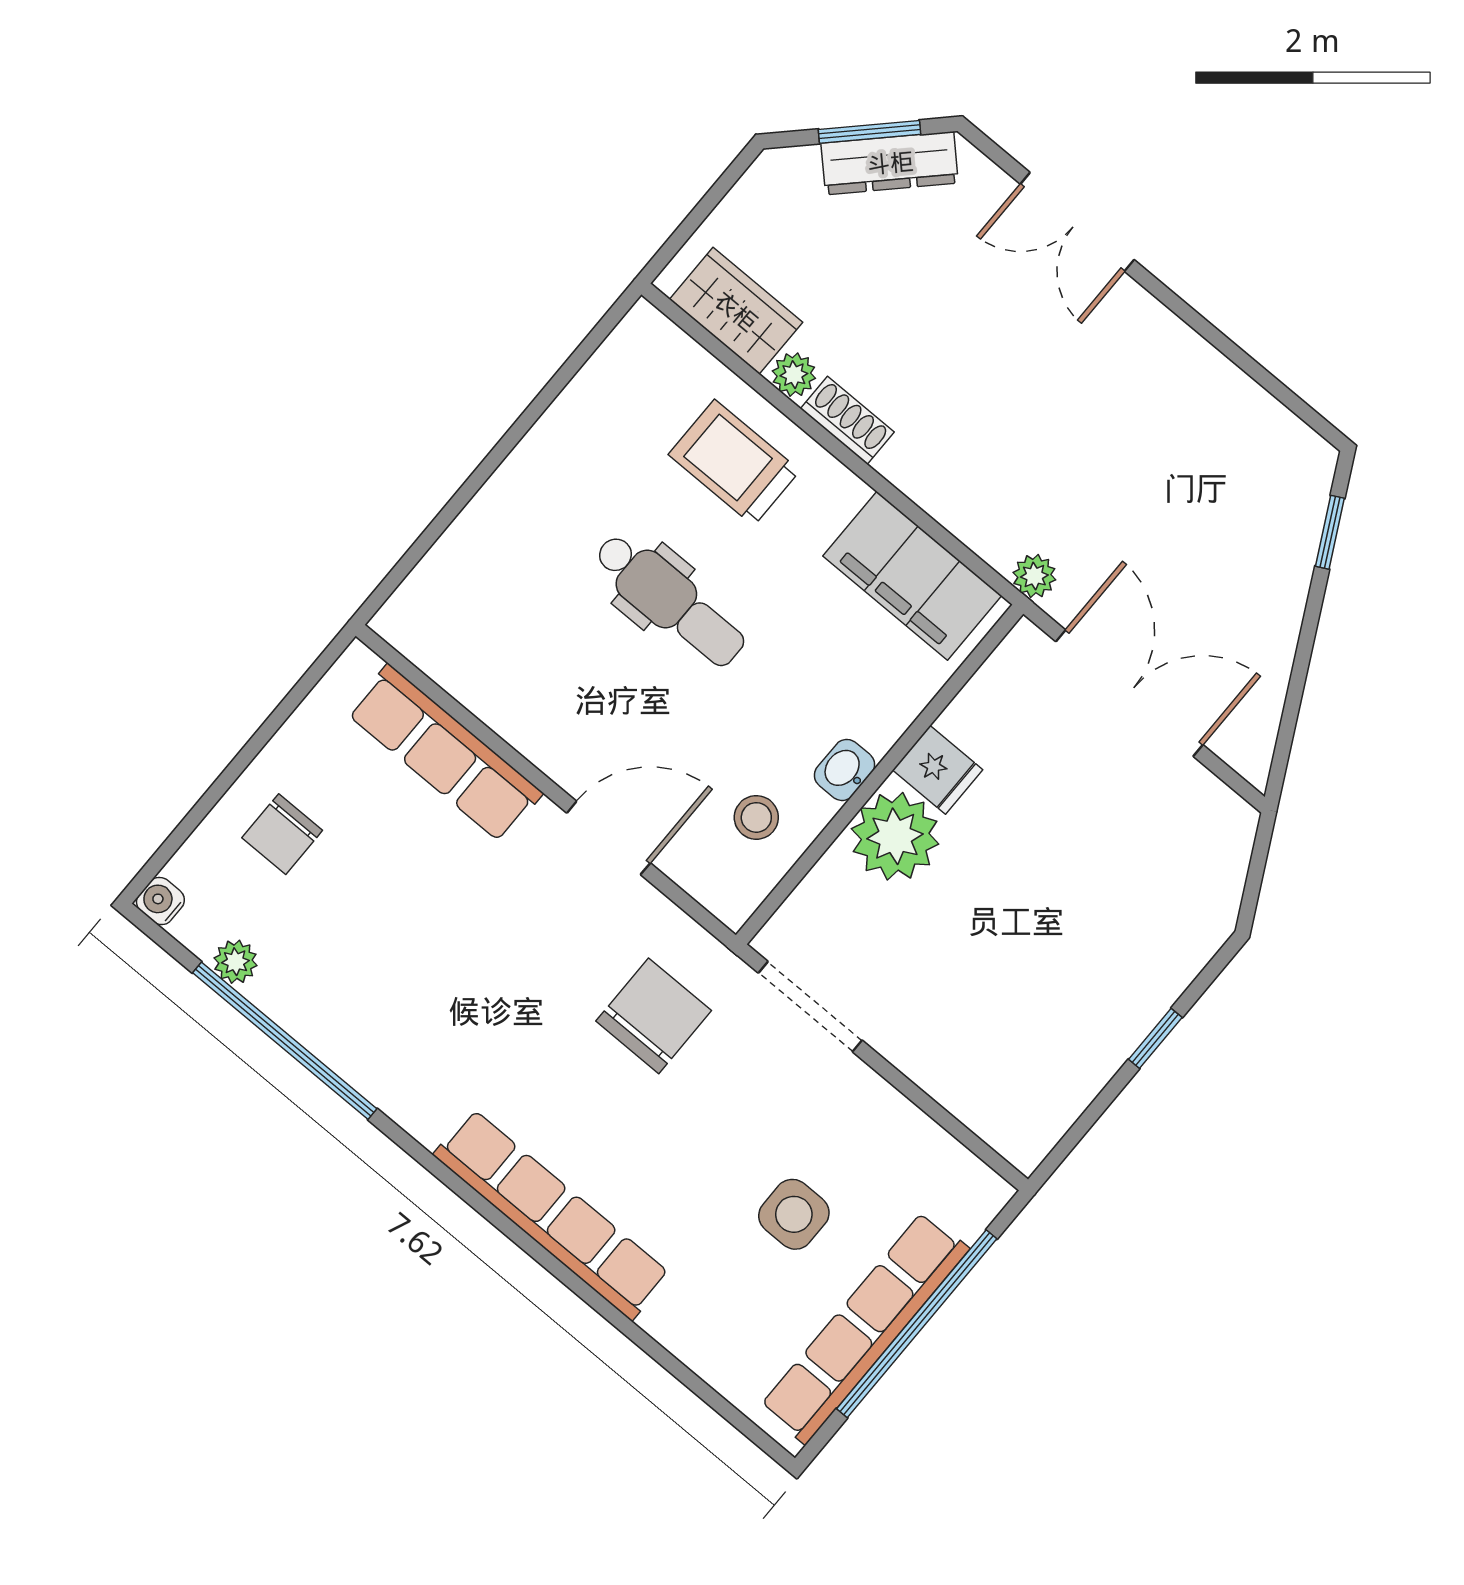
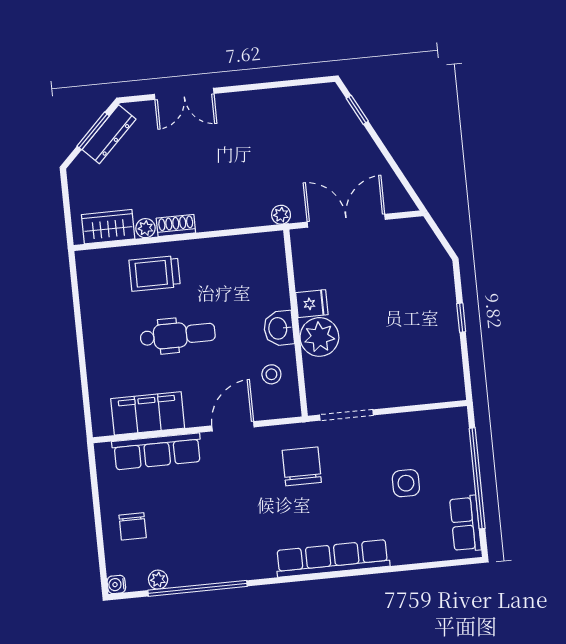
filing cabinet: (912, 576) -> (148, 413), moved, turned 180
washbasin: (844, 770) -> (279, 328), width x1.38, depth x1.45
row of seats: (865, 1328) -> (465, 524), width x0.50

